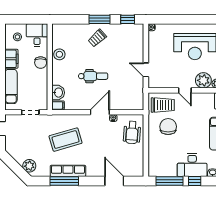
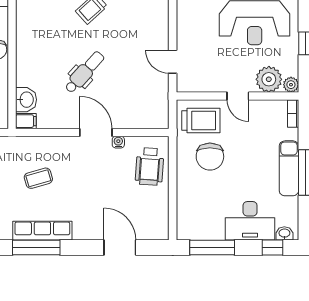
stool: (59, 54) -> (28, 36), removed
dental chair: (93, 76) -> (84, 72), turned -48
door: (100, 112) -> (96, 132), hinge flipped
chair: (168, 127) -> (210, 157), turned 180
coffee table: (66, 140) -> (38, 178), width x0.54, depth x0.58
window: (195, 181) -> (272, 247), moved

